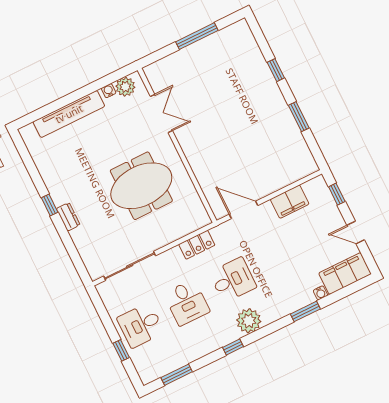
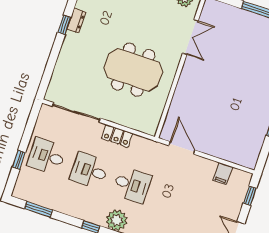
filing cabinet: (290, 202) -> (223, 174), width x0.50
dresser: (68, 217) -> (76, 21), moved
locker: (197, 245) -> (117, 136), moved
desk: (187, 303) -> (89, 171), turned 90

